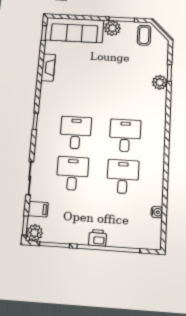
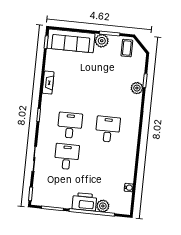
fireplace: (48, 67) -> (48, 83), moved
desk: (123, 177) -> (105, 161), removed
filing cabinet: (38, 209) -> (40, 182), removed
plant: (34, 233) -> (103, 206), moved
printer: (98, 238) -> (84, 202), width x1.87, depth x1.48

